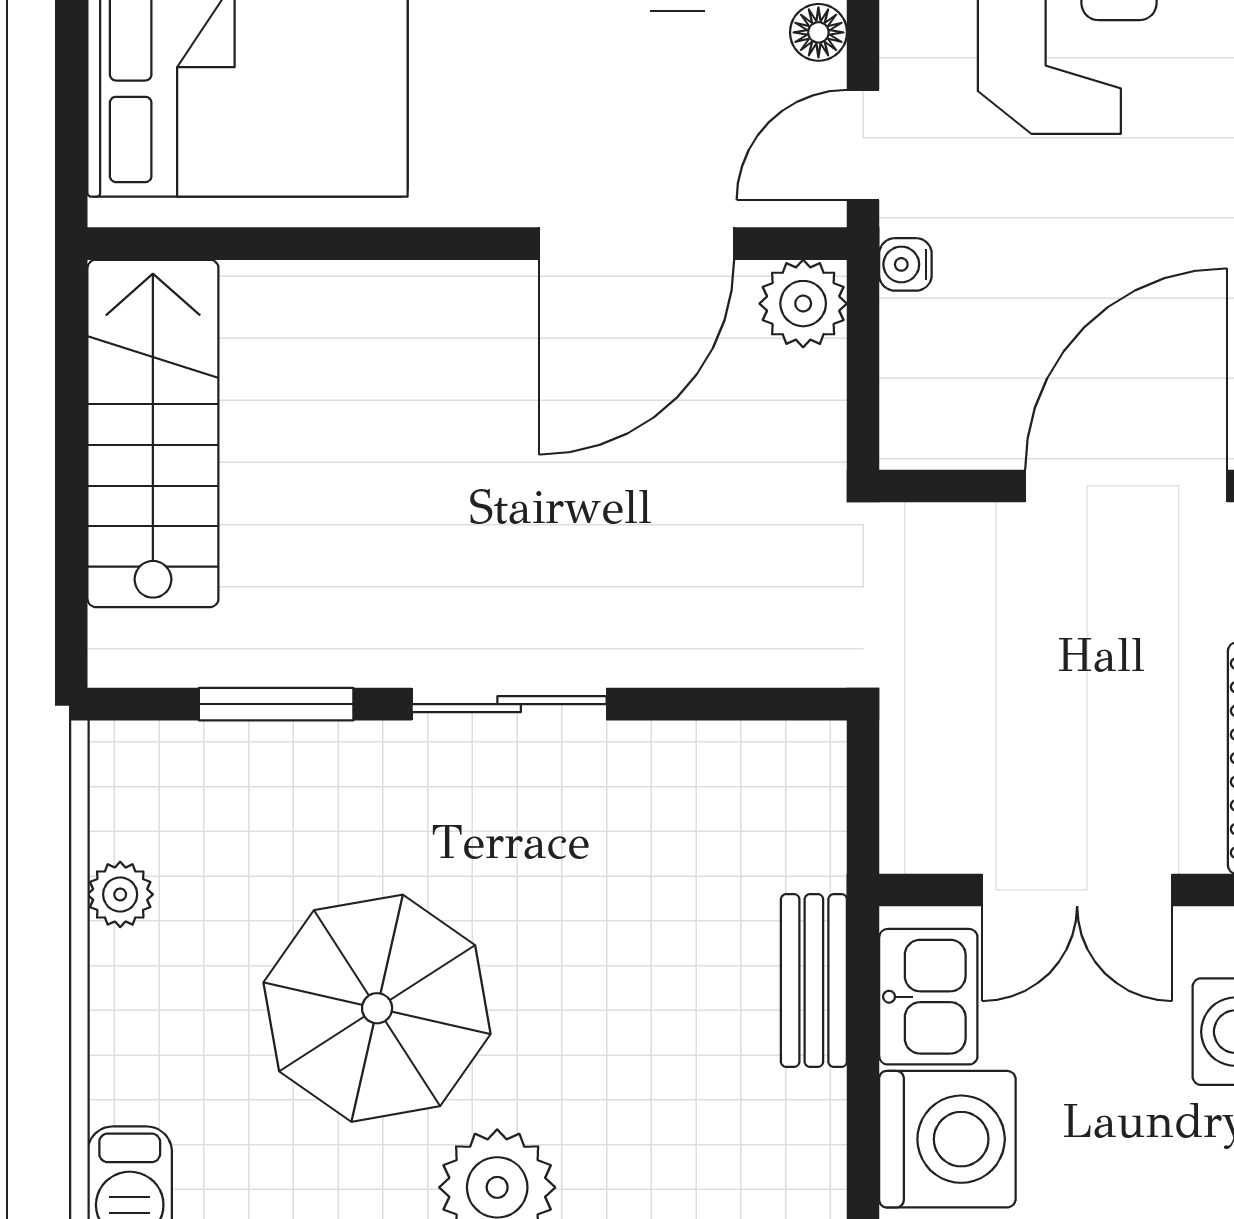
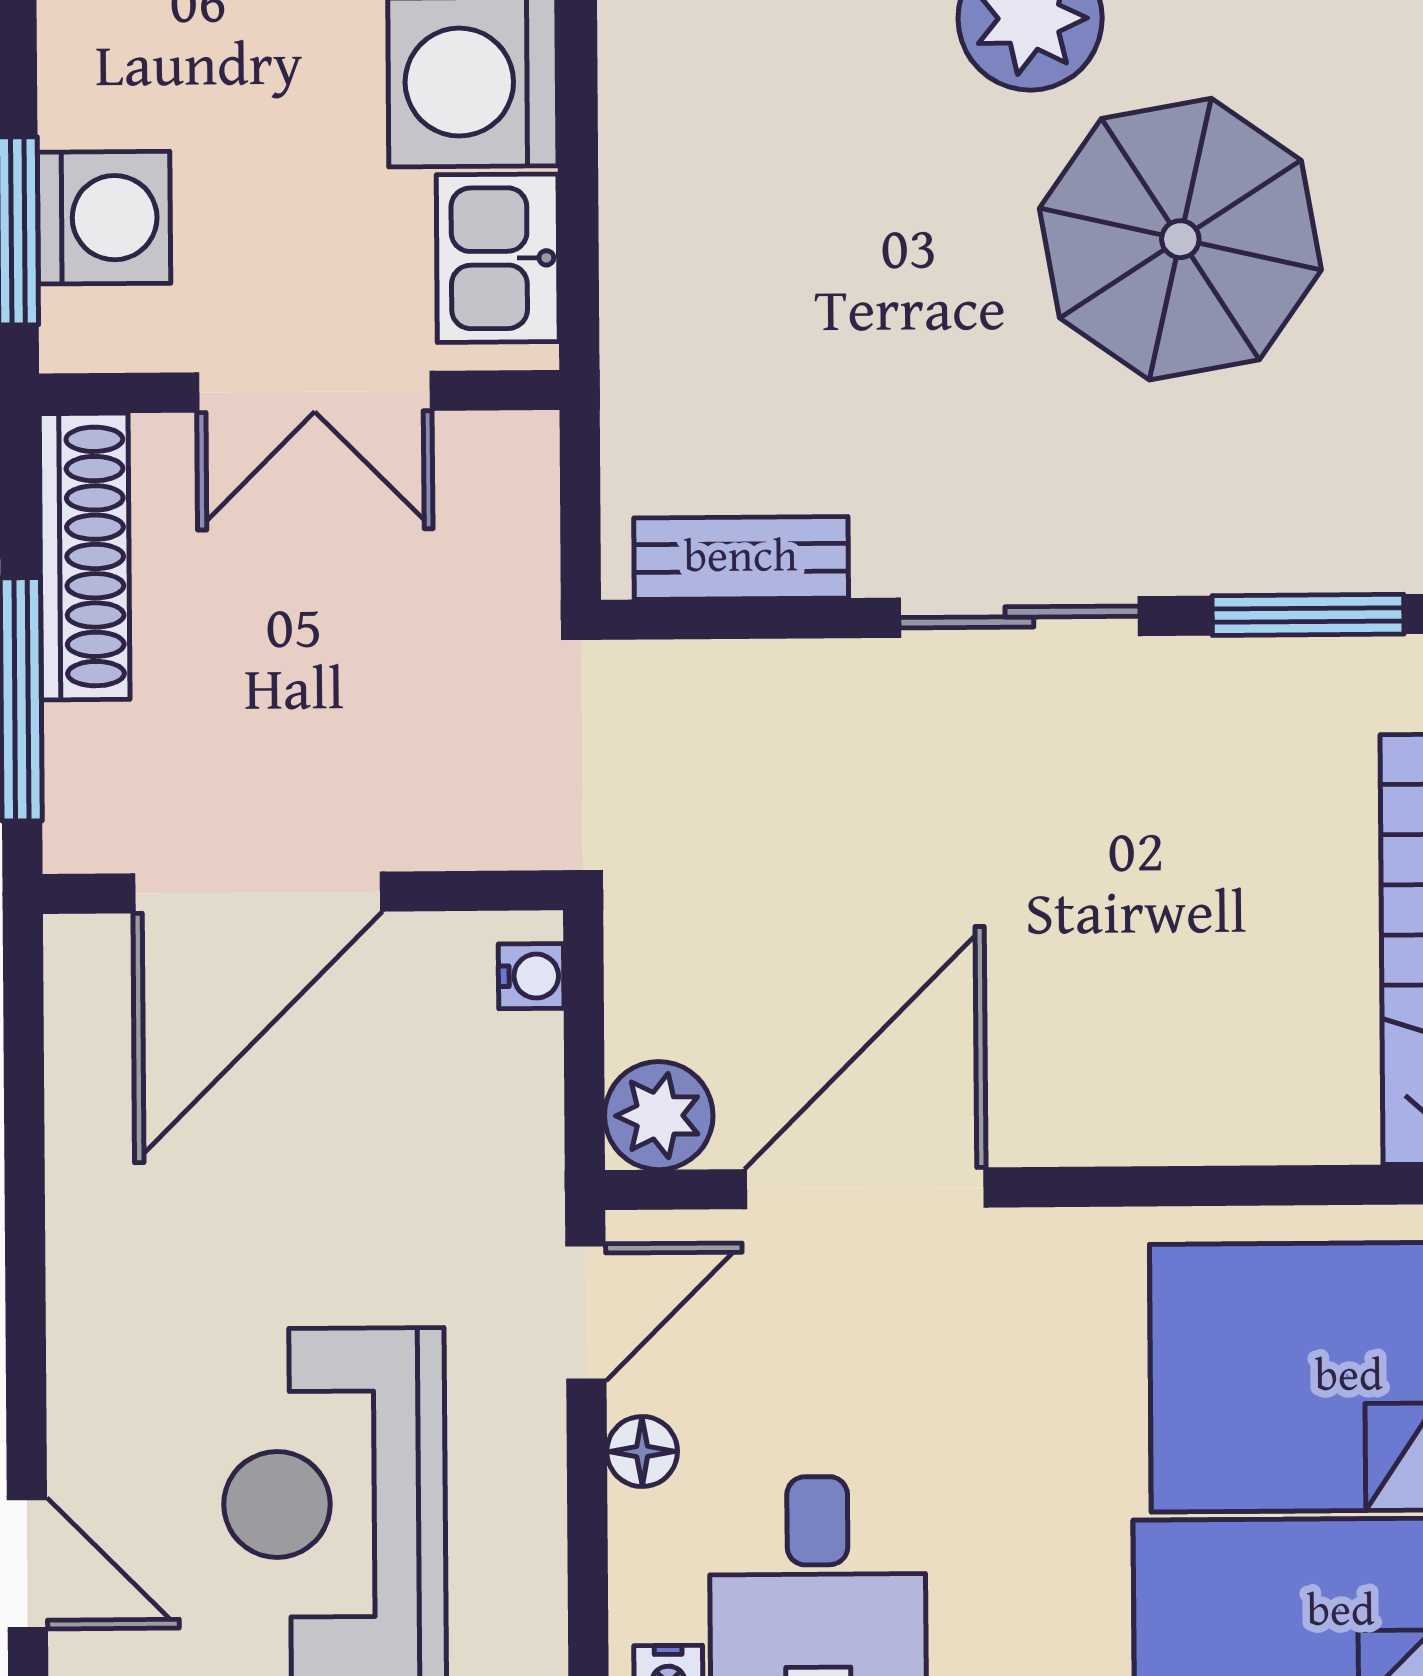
water cooler: (905, 264) -> (531, 976), moved
double door: (1077, 890) -> (314, 392), swing flipped
bench: (814, 981) -> (741, 558), moved, turned 90

